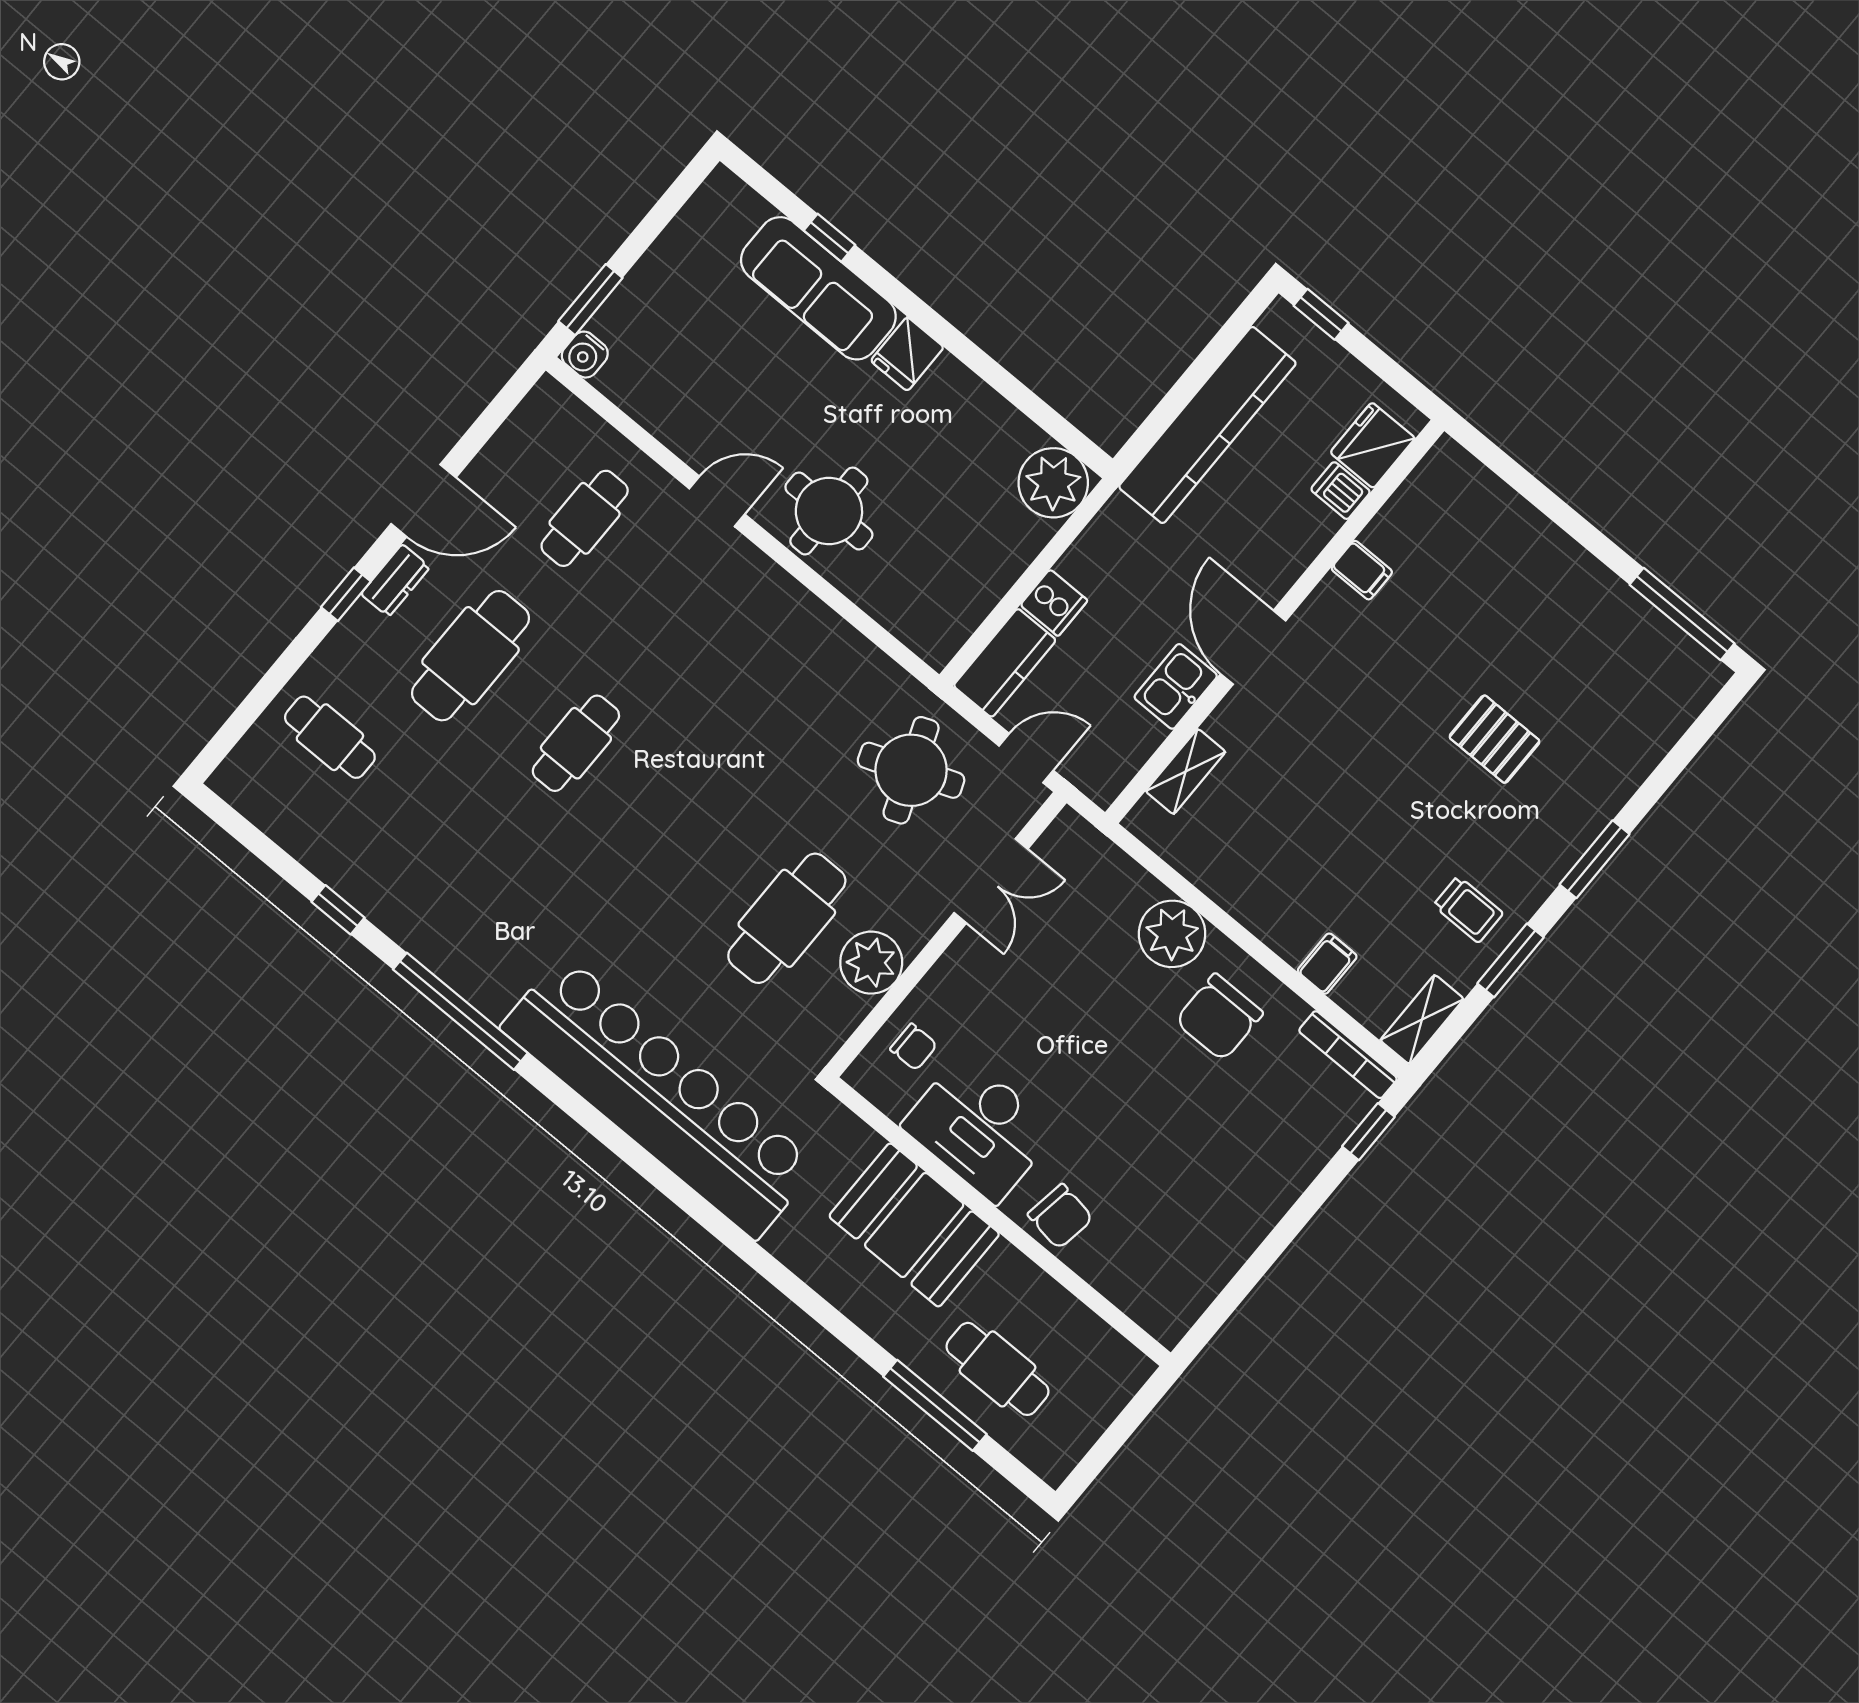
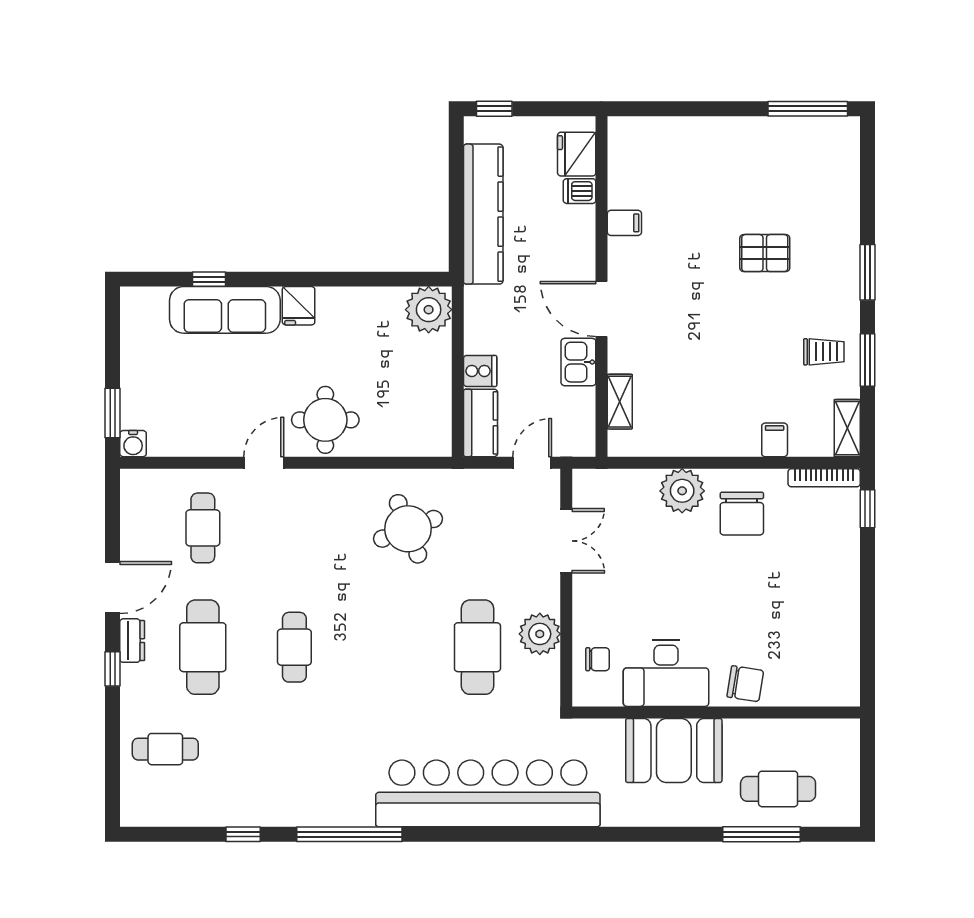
round table: (911, 770) -> (408, 529), moved

